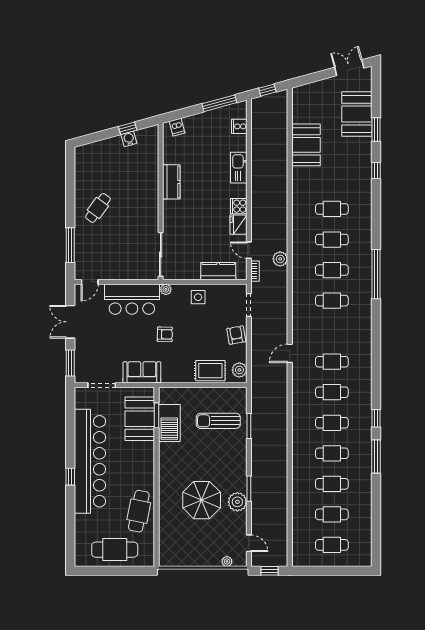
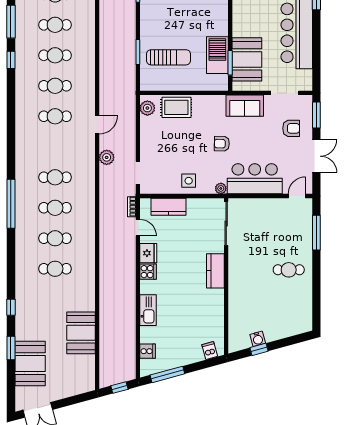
kitchen counter: (171, 182) -> (215, 271), moved
cafe table: (98, 208) -> (289, 270), turned 54
plant: (280, 259) -> (107, 157), moved
armchair: (236, 335) -> (291, 128), moved, turned -80

